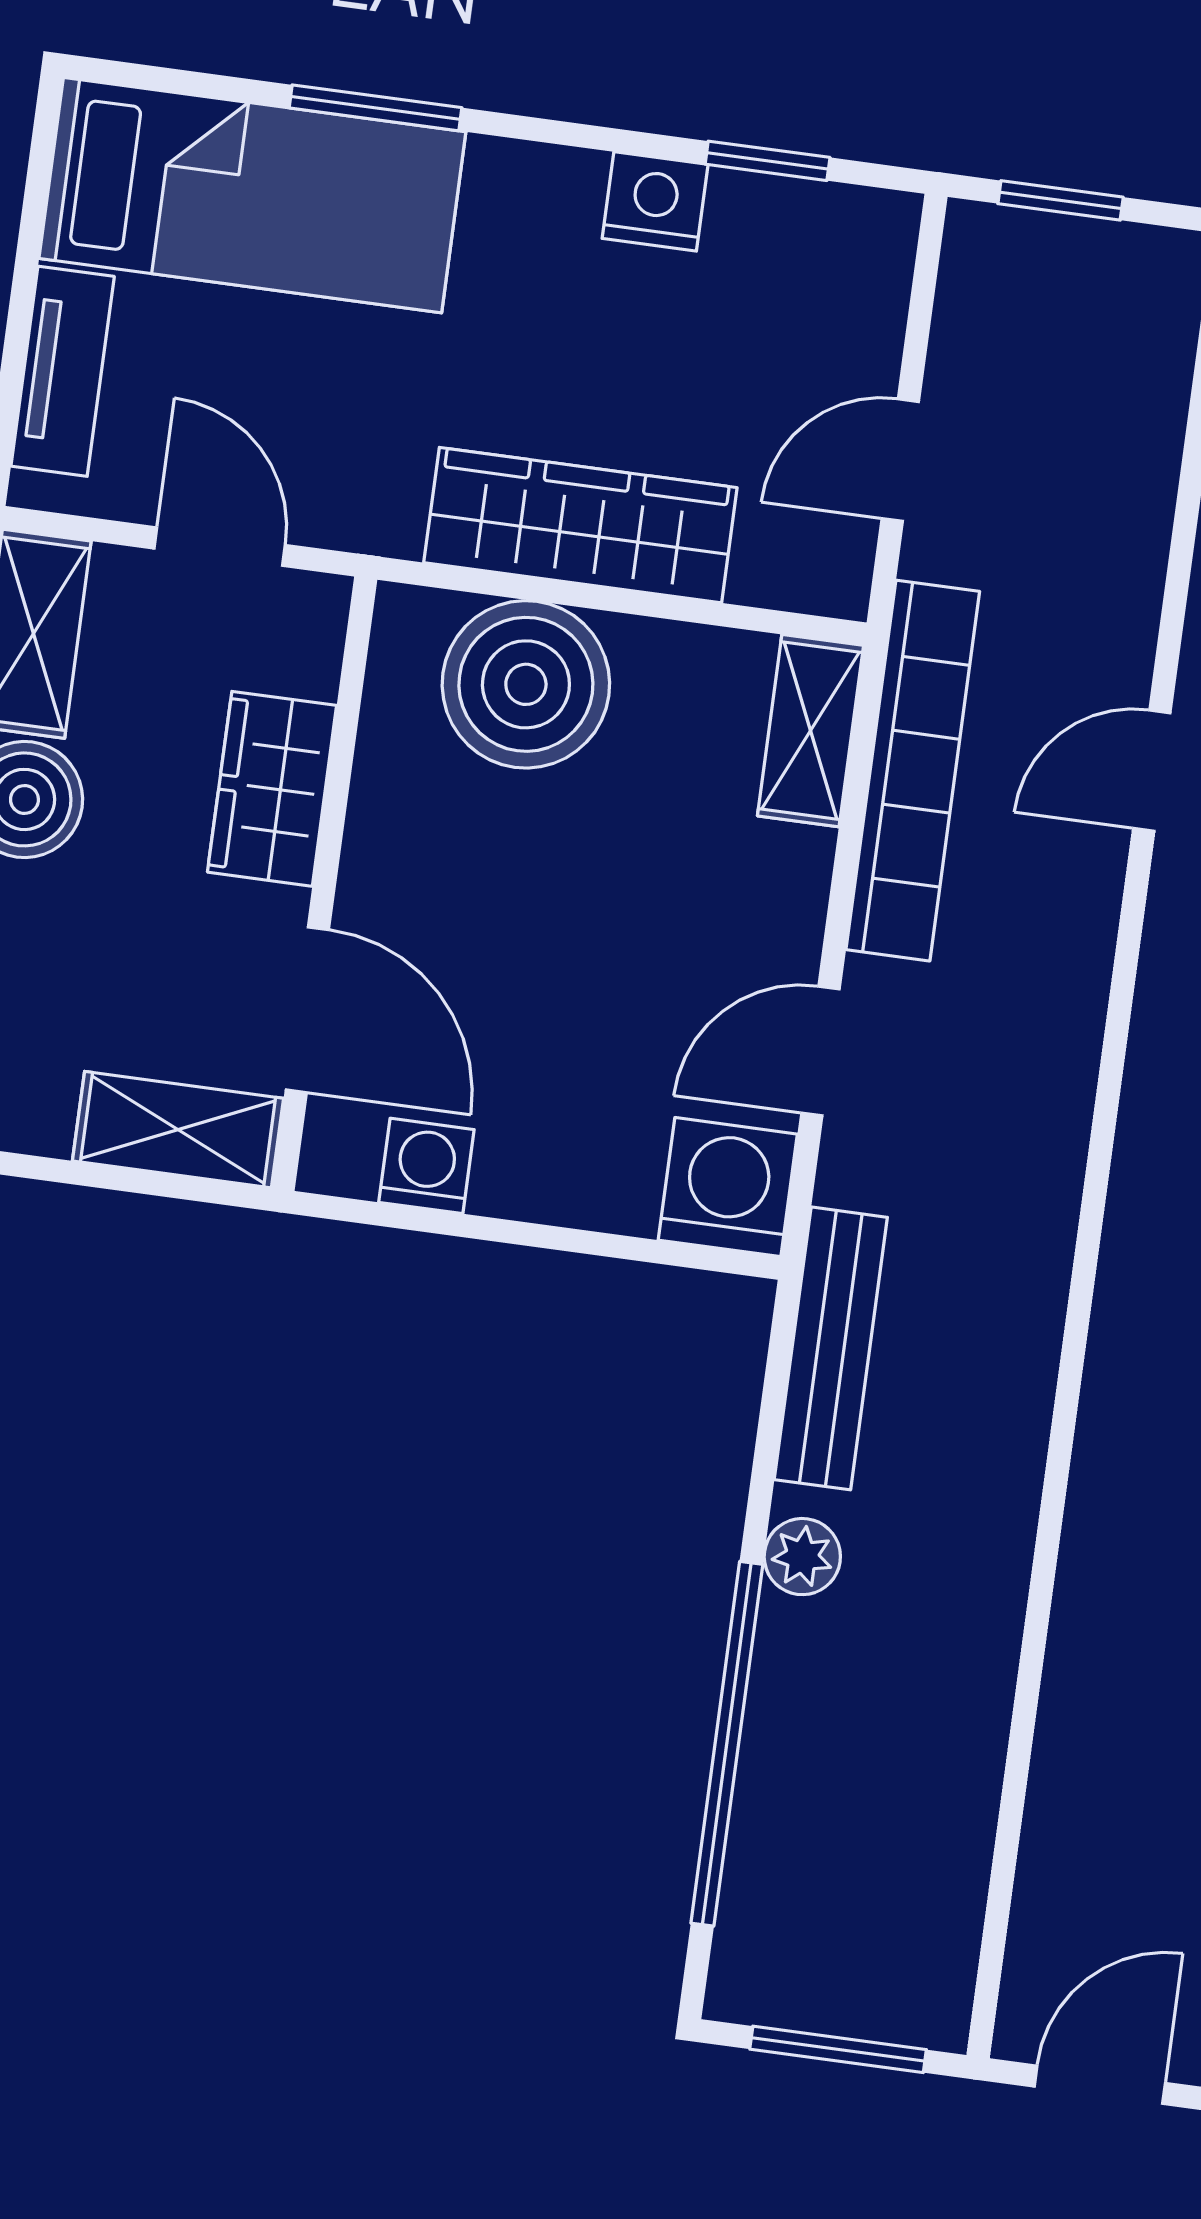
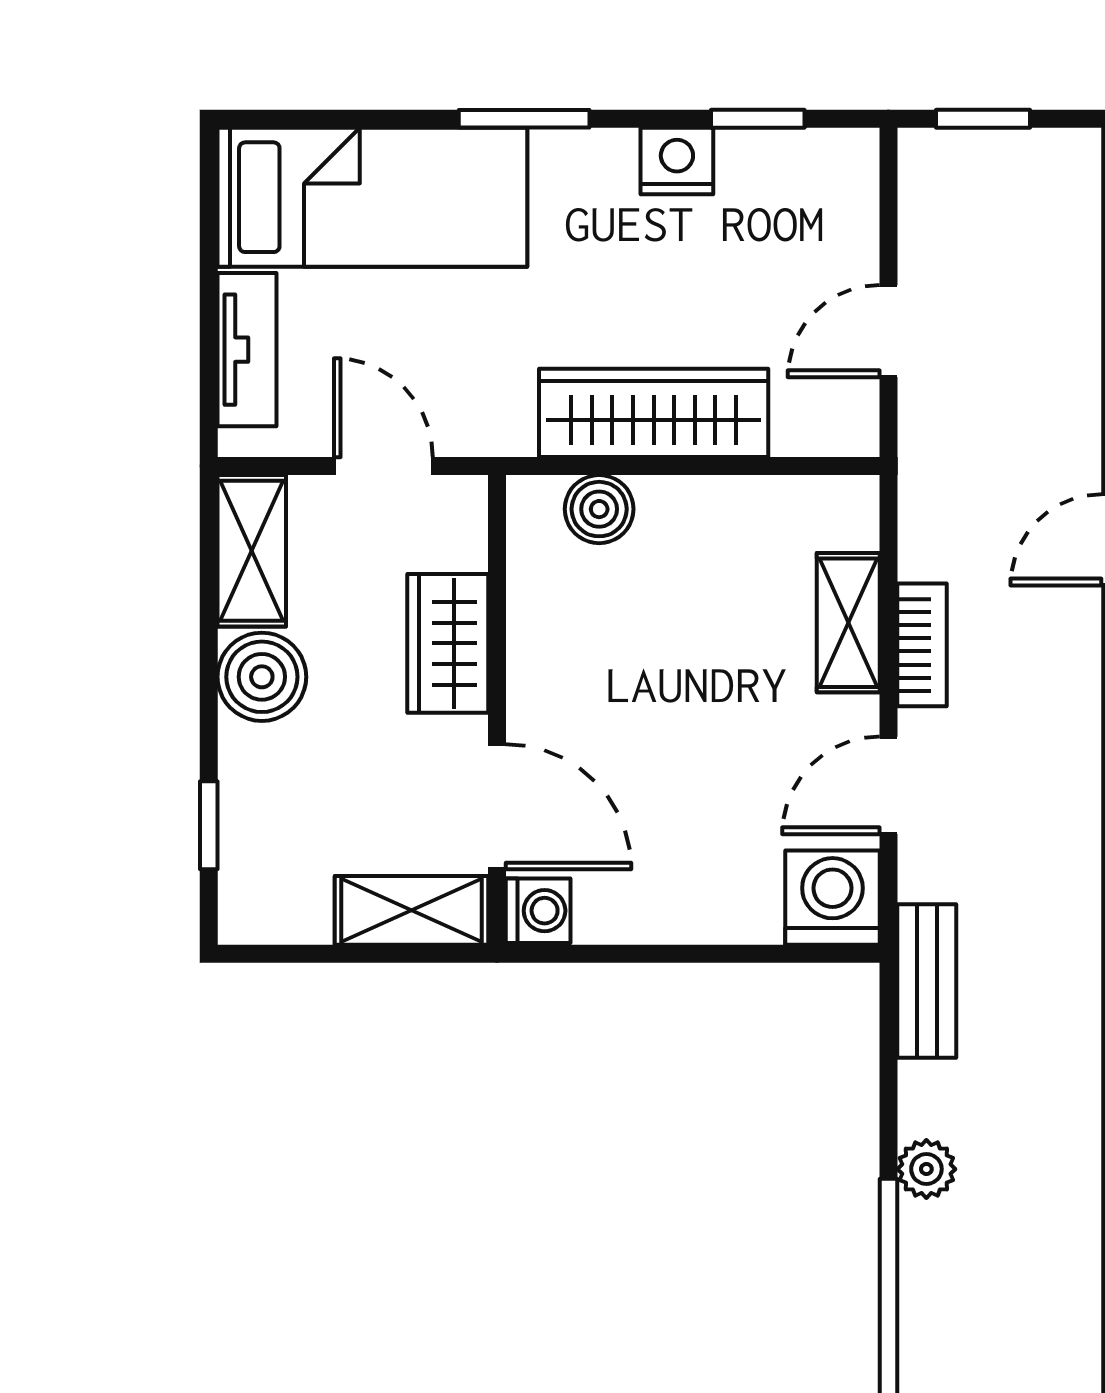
window: (376, 108) -> (524, 119), moved
boiler: (526, 684) -> (599, 509), width x0.54, depth x0.54
shelving: (810, 731) -> (848, 623), moved
bookcase: (913, 771) -> (922, 645), width x0.43, depth x0.76
washing machine: (426, 1166) -> (538, 911), moved, turned 90
bench: (831, 1348) -> (927, 981), width x0.73

